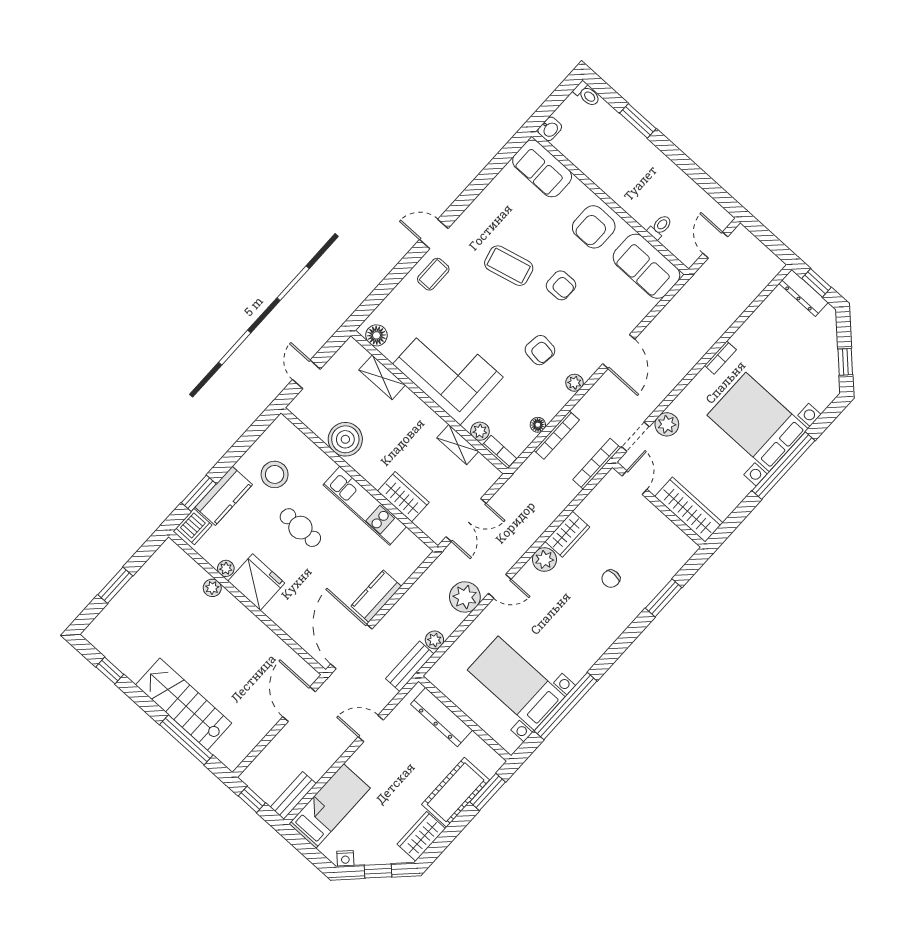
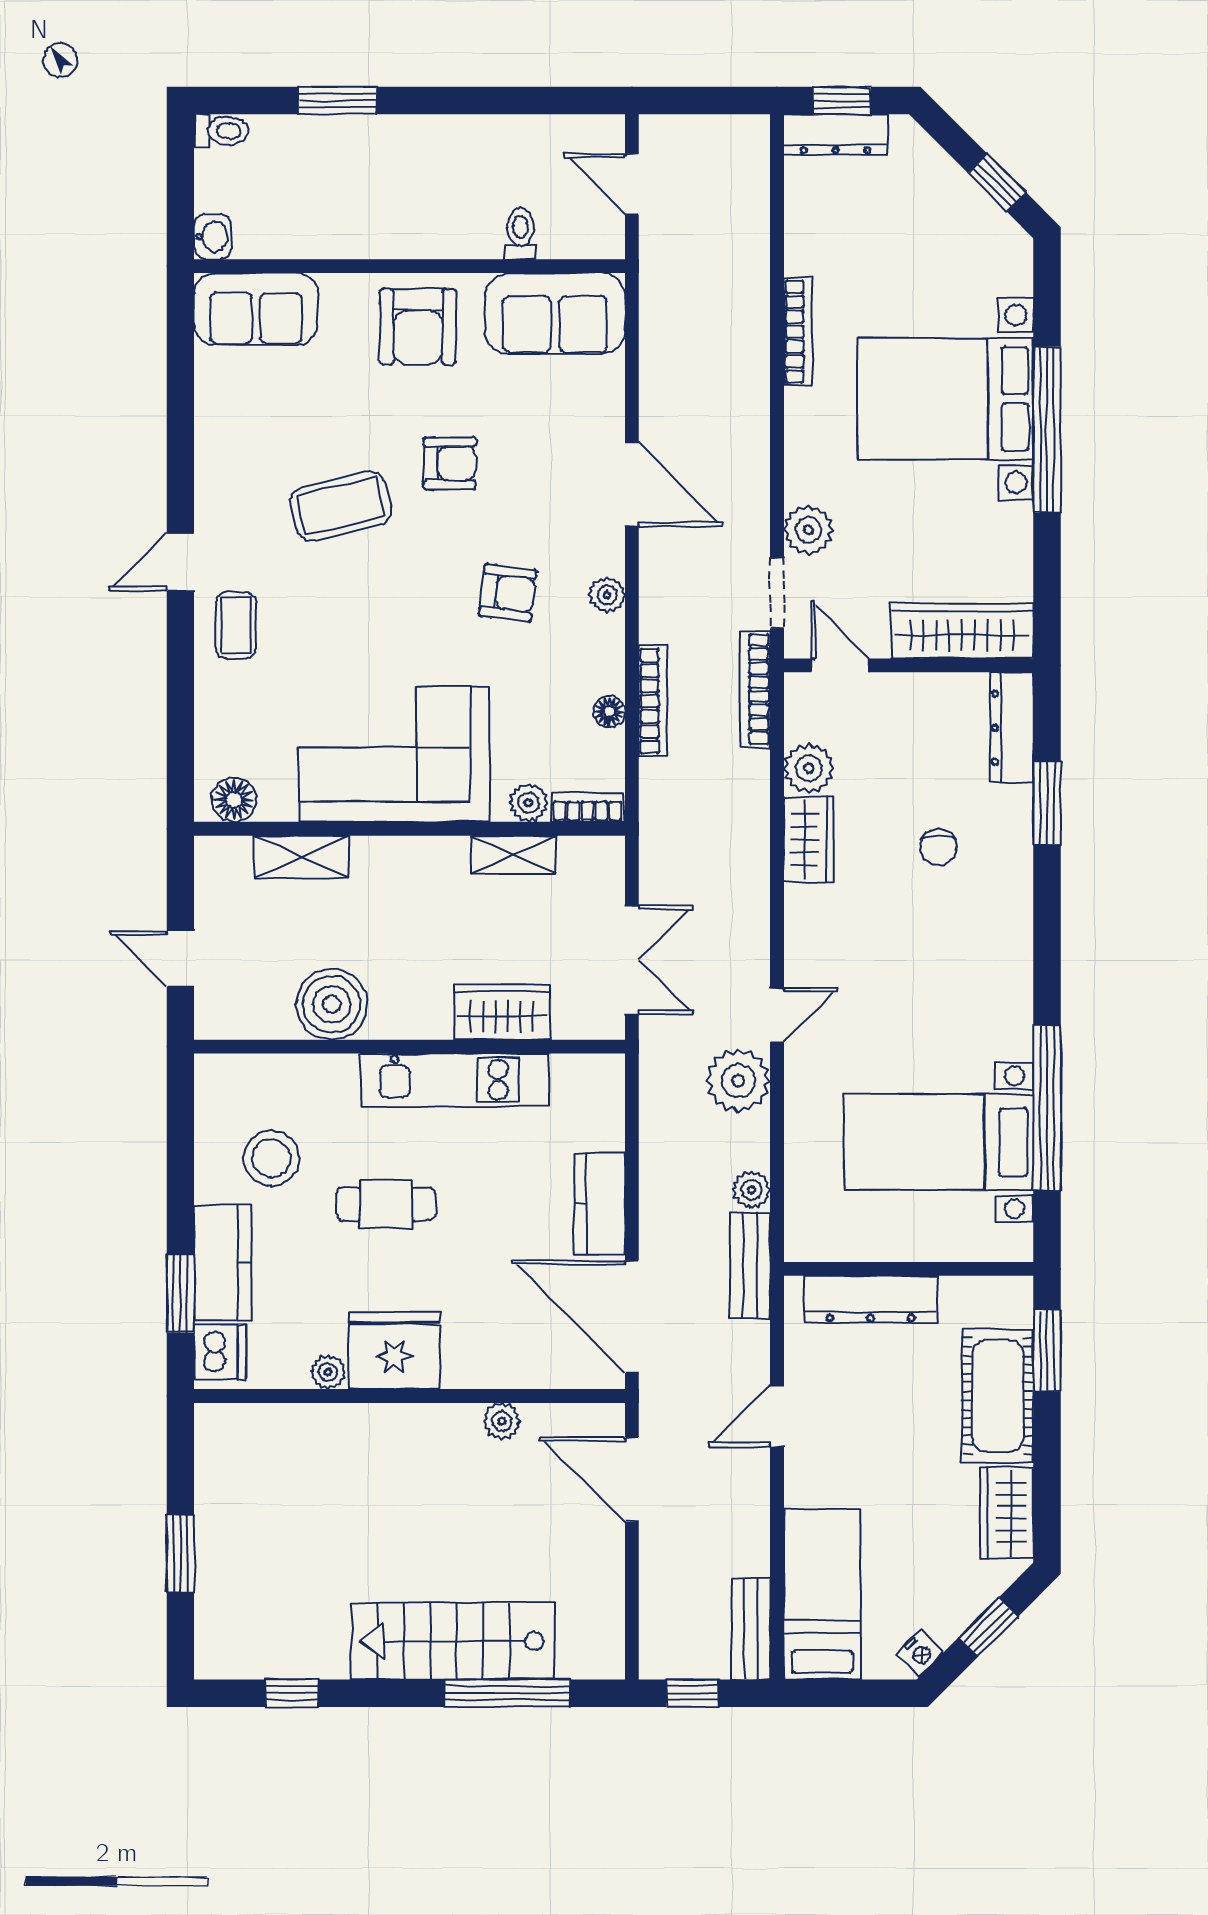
bookcase: (720, 358) -> (798, 332), width x1.56
plant: (544, 560) -> (809, 768), moved
dresser: (675, 560) -> (1012, 728), added
plant: (212, 588) -> (502, 1421), moved

